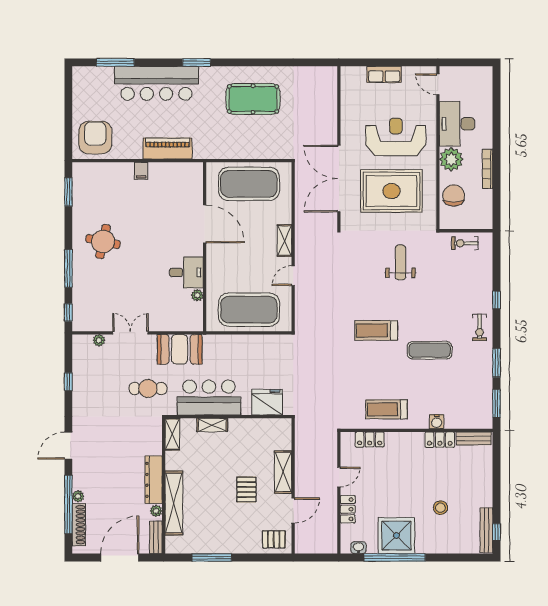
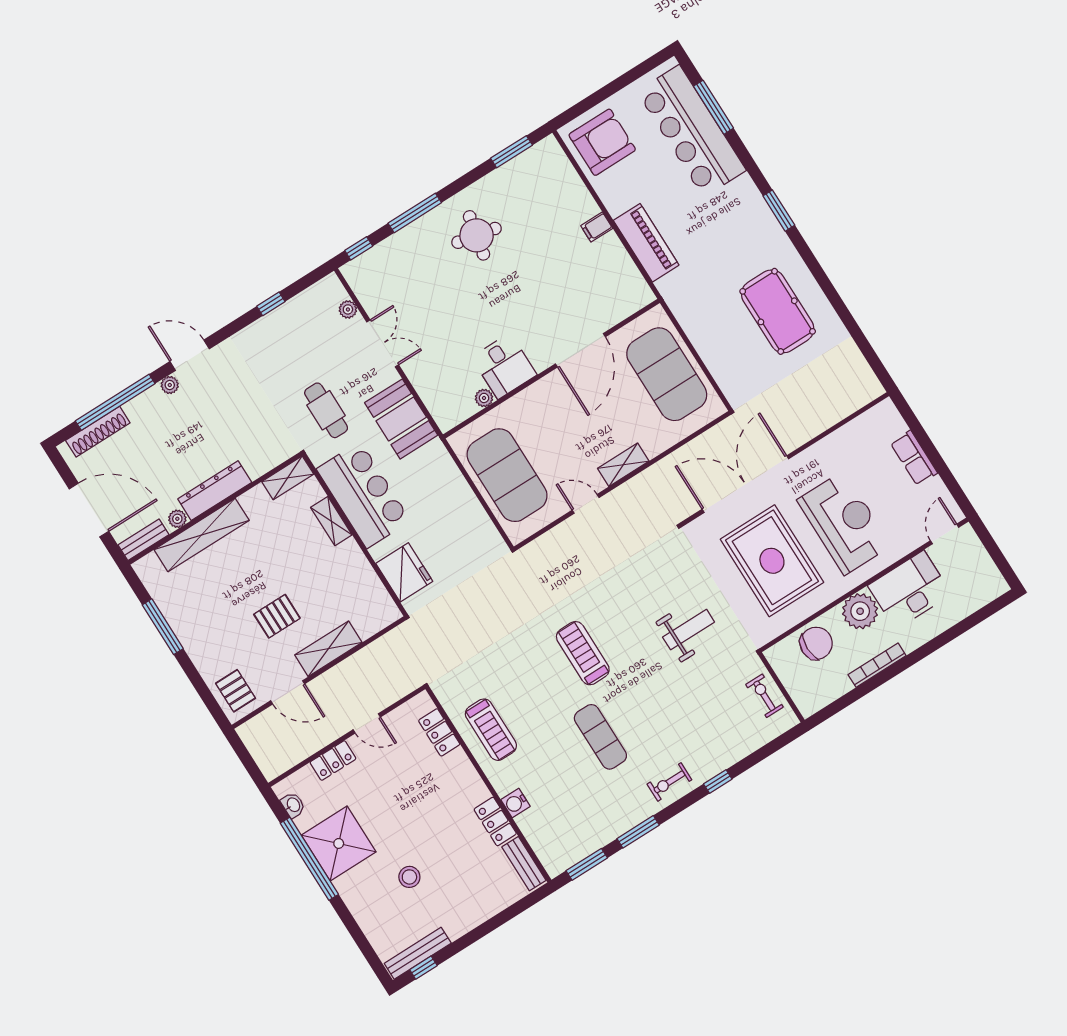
bar counter: (156, 83) -> (691, 131), moved
treadmill: (387, 409) -> (491, 730), turned 180
plant: (78, 496) -> (170, 385), moved

